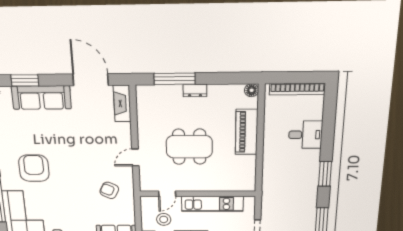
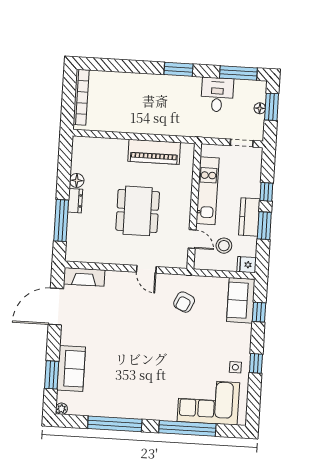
floor lamp: (252, 90) -> (77, 180), moved
sofa: (41, 98) -> (71, 369), width x0.73
piano: (247, 132) -> (154, 152), moved
desk: (305, 135) -> (217, 95), moved
armchair: (34, 168) -> (152, 381), removed

